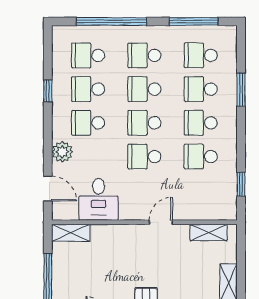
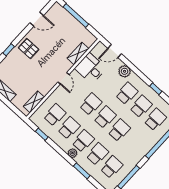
school desk: (144, 55) -> (55, 115), moved
plant: (229, 122) -> (72, 153), added
door: (161, 222) -> (63, 78), moved
shelving: (71, 233) -> (78, 53), moved

